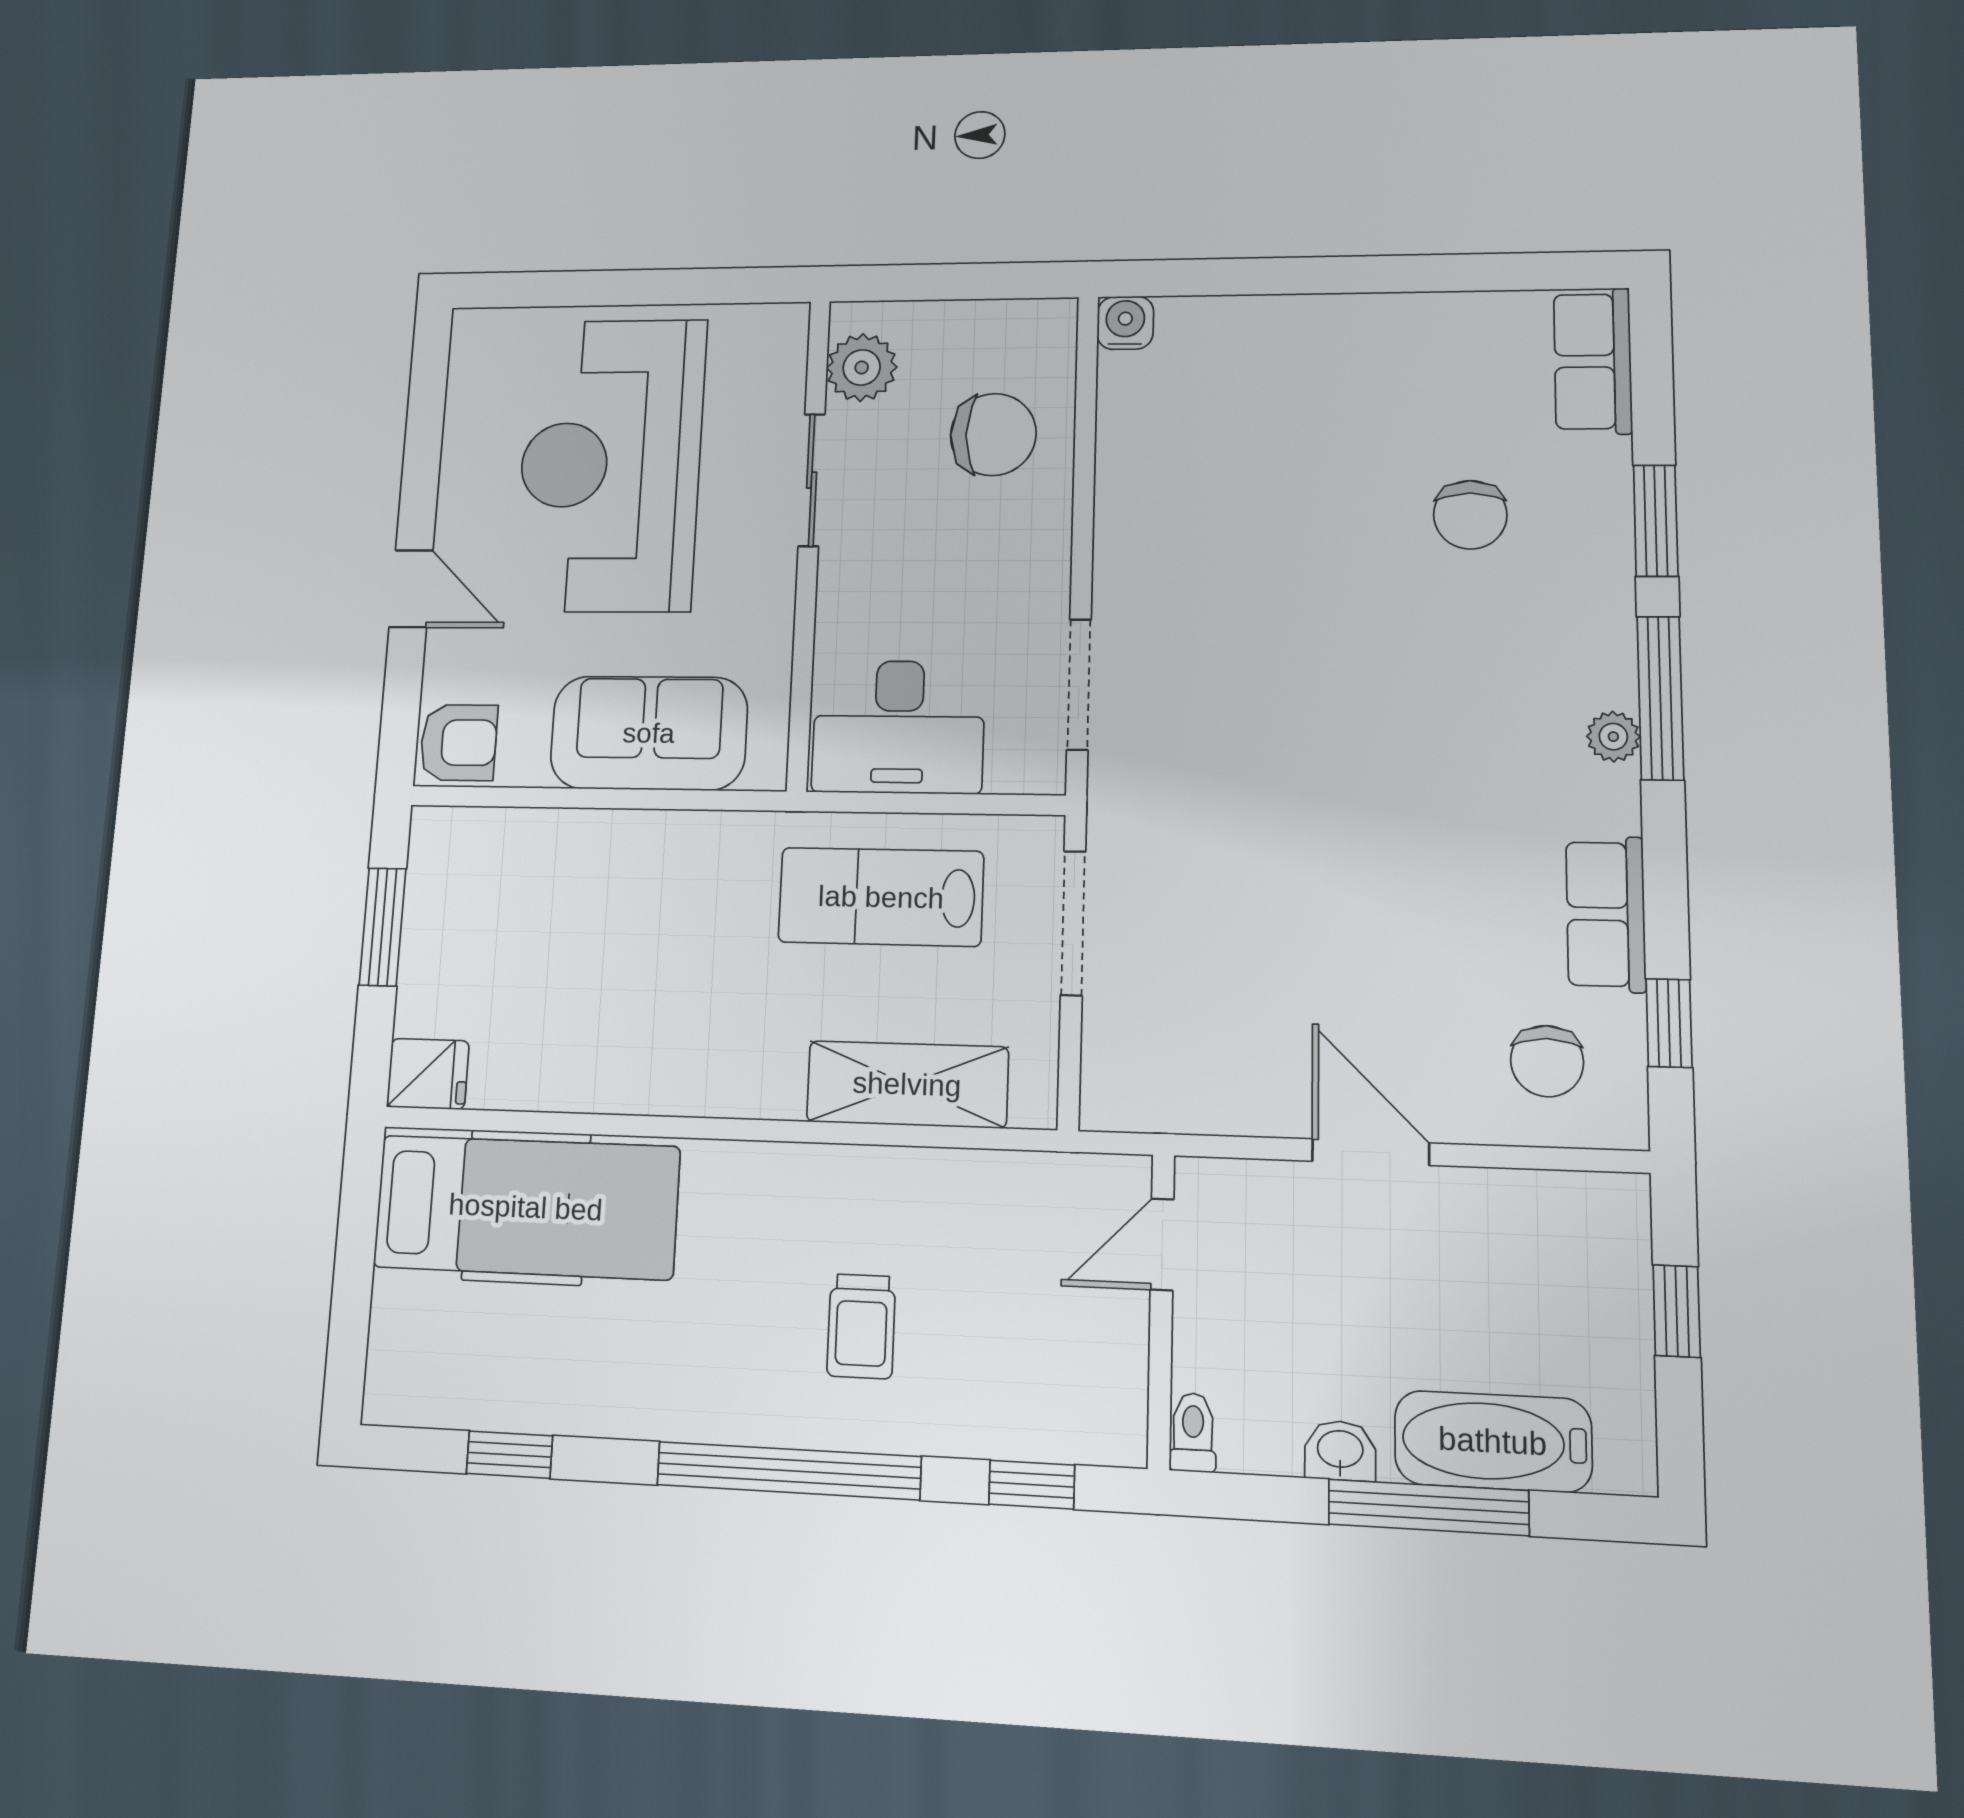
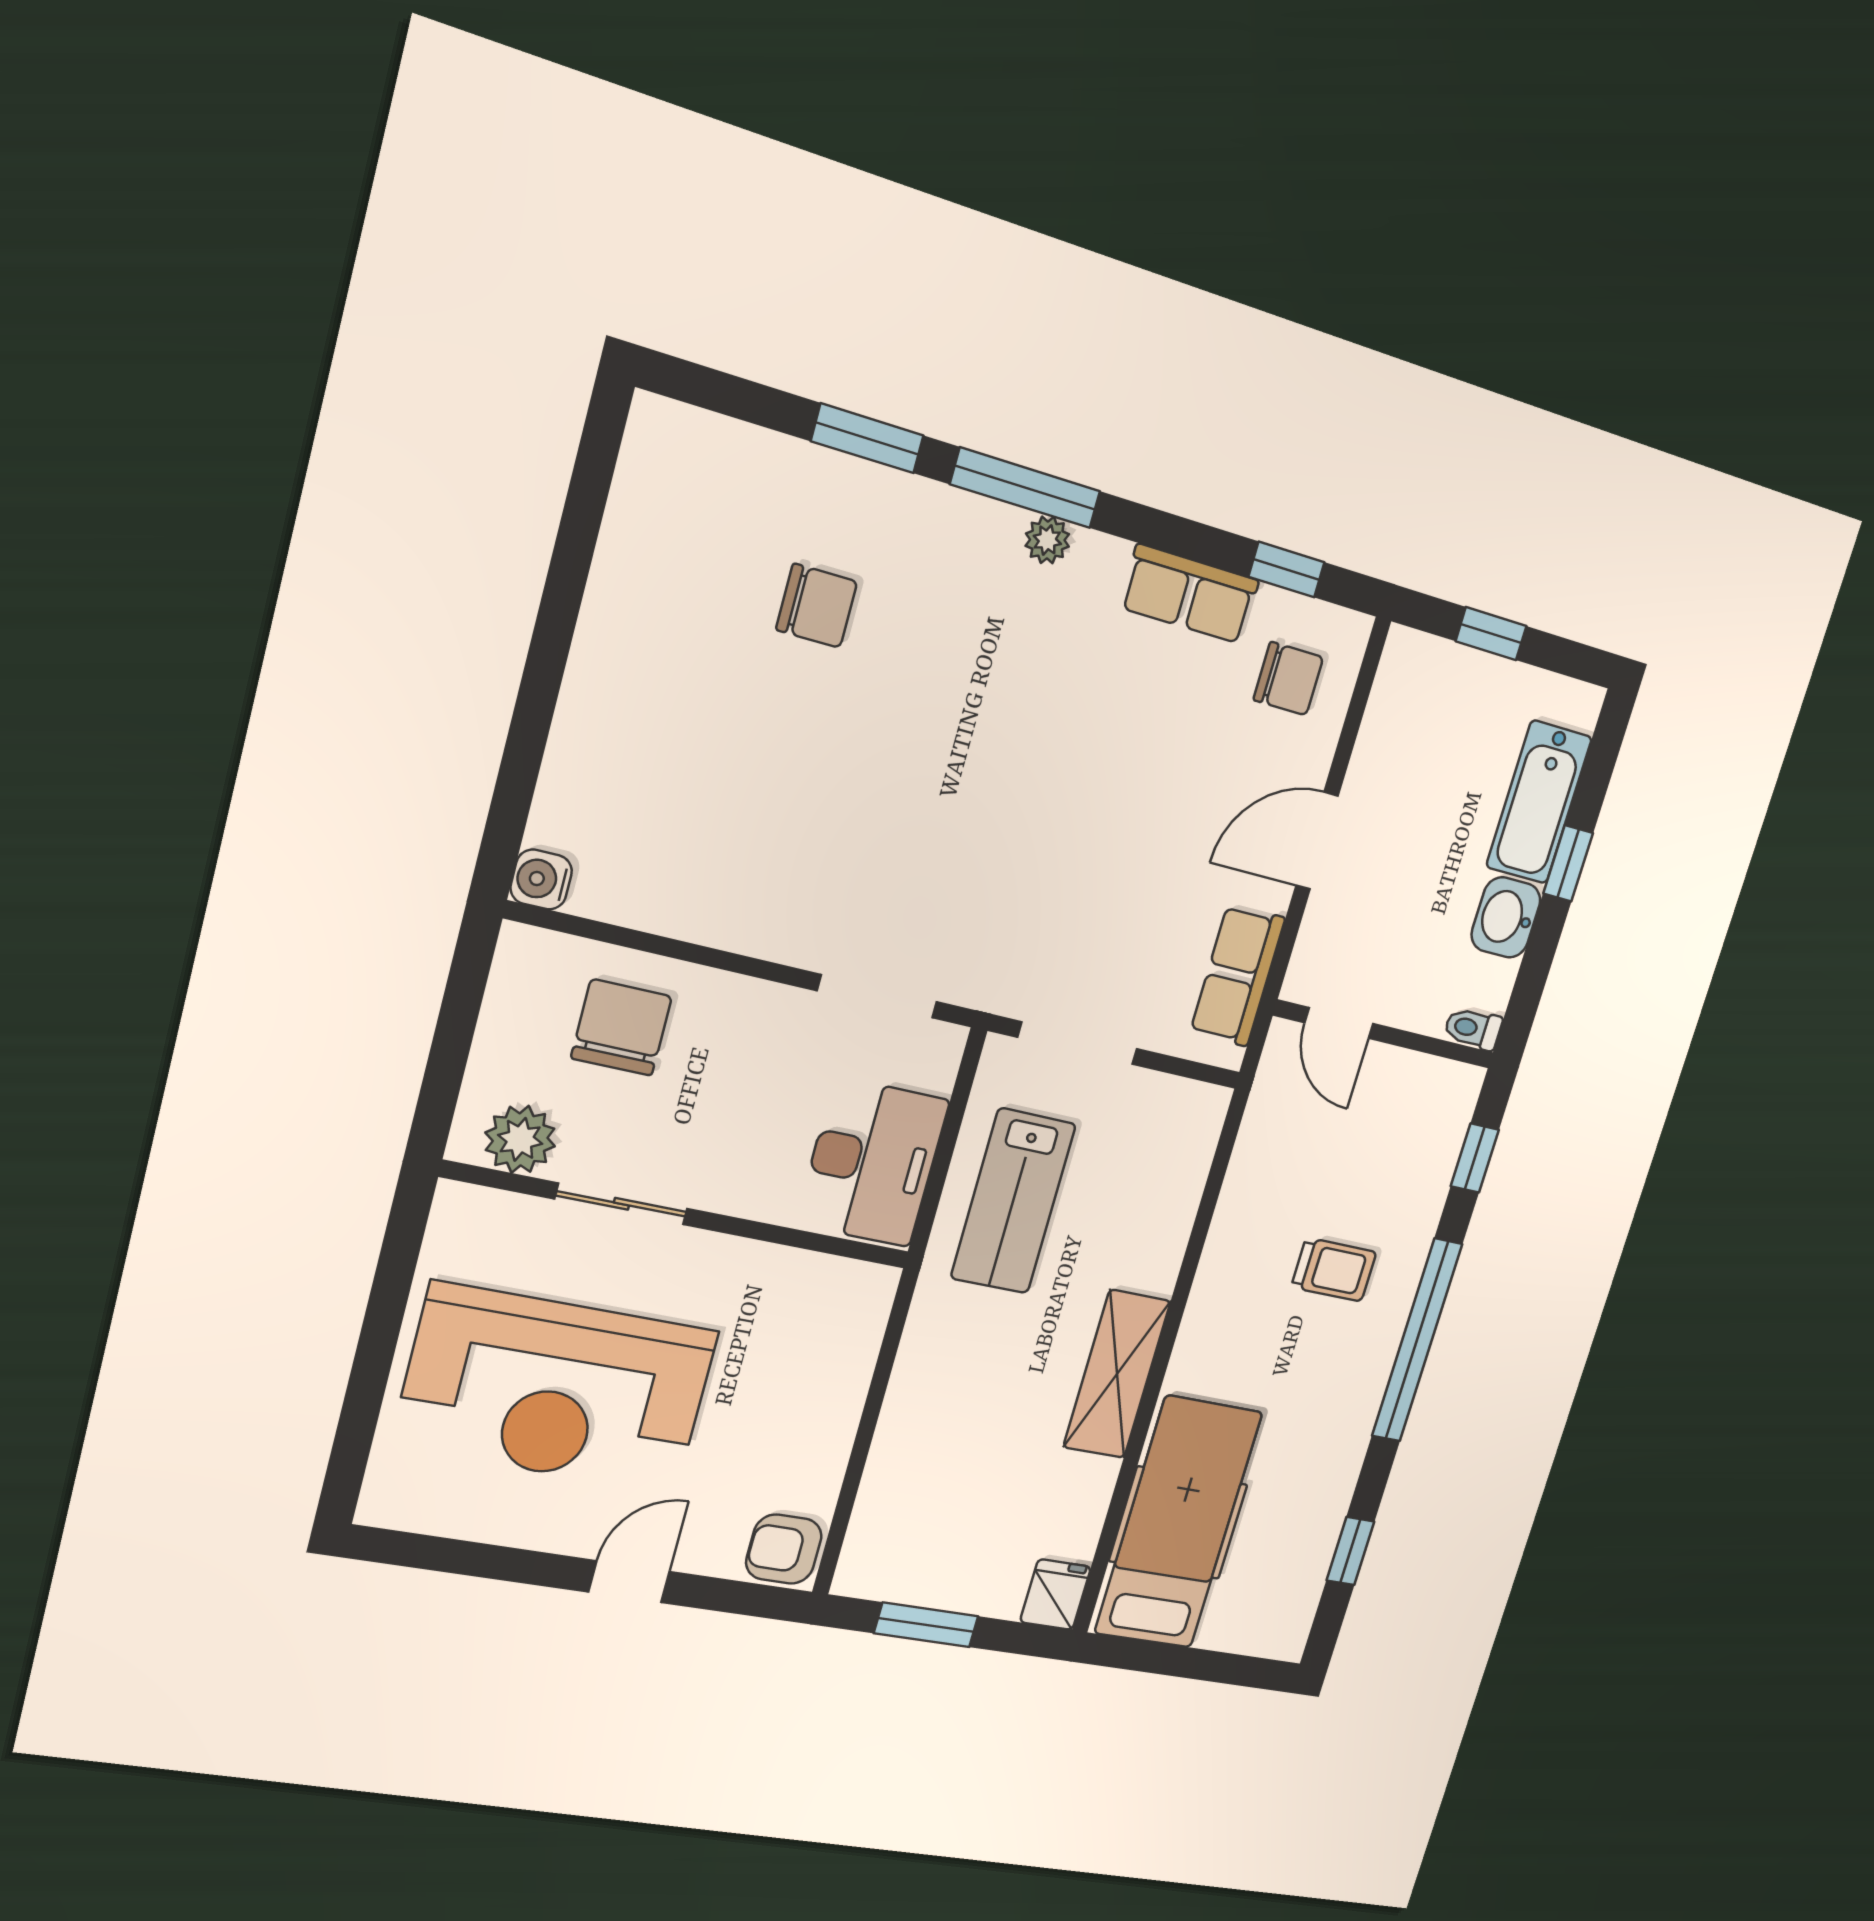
row of seats: (1593, 361) -> (1238, 975), moved, turned 90
sofa: (649, 733) -> (820, 1382), removed
armchair: (459, 743) -> (784, 1549), turned -90
shelving: (907, 1084) -> (1117, 1374), moved
washbasin: (1340, 1451) -> (1506, 917), width x1.38, depth x1.45
window: (1428, 1507) -> (1568, 863), width x0.46

